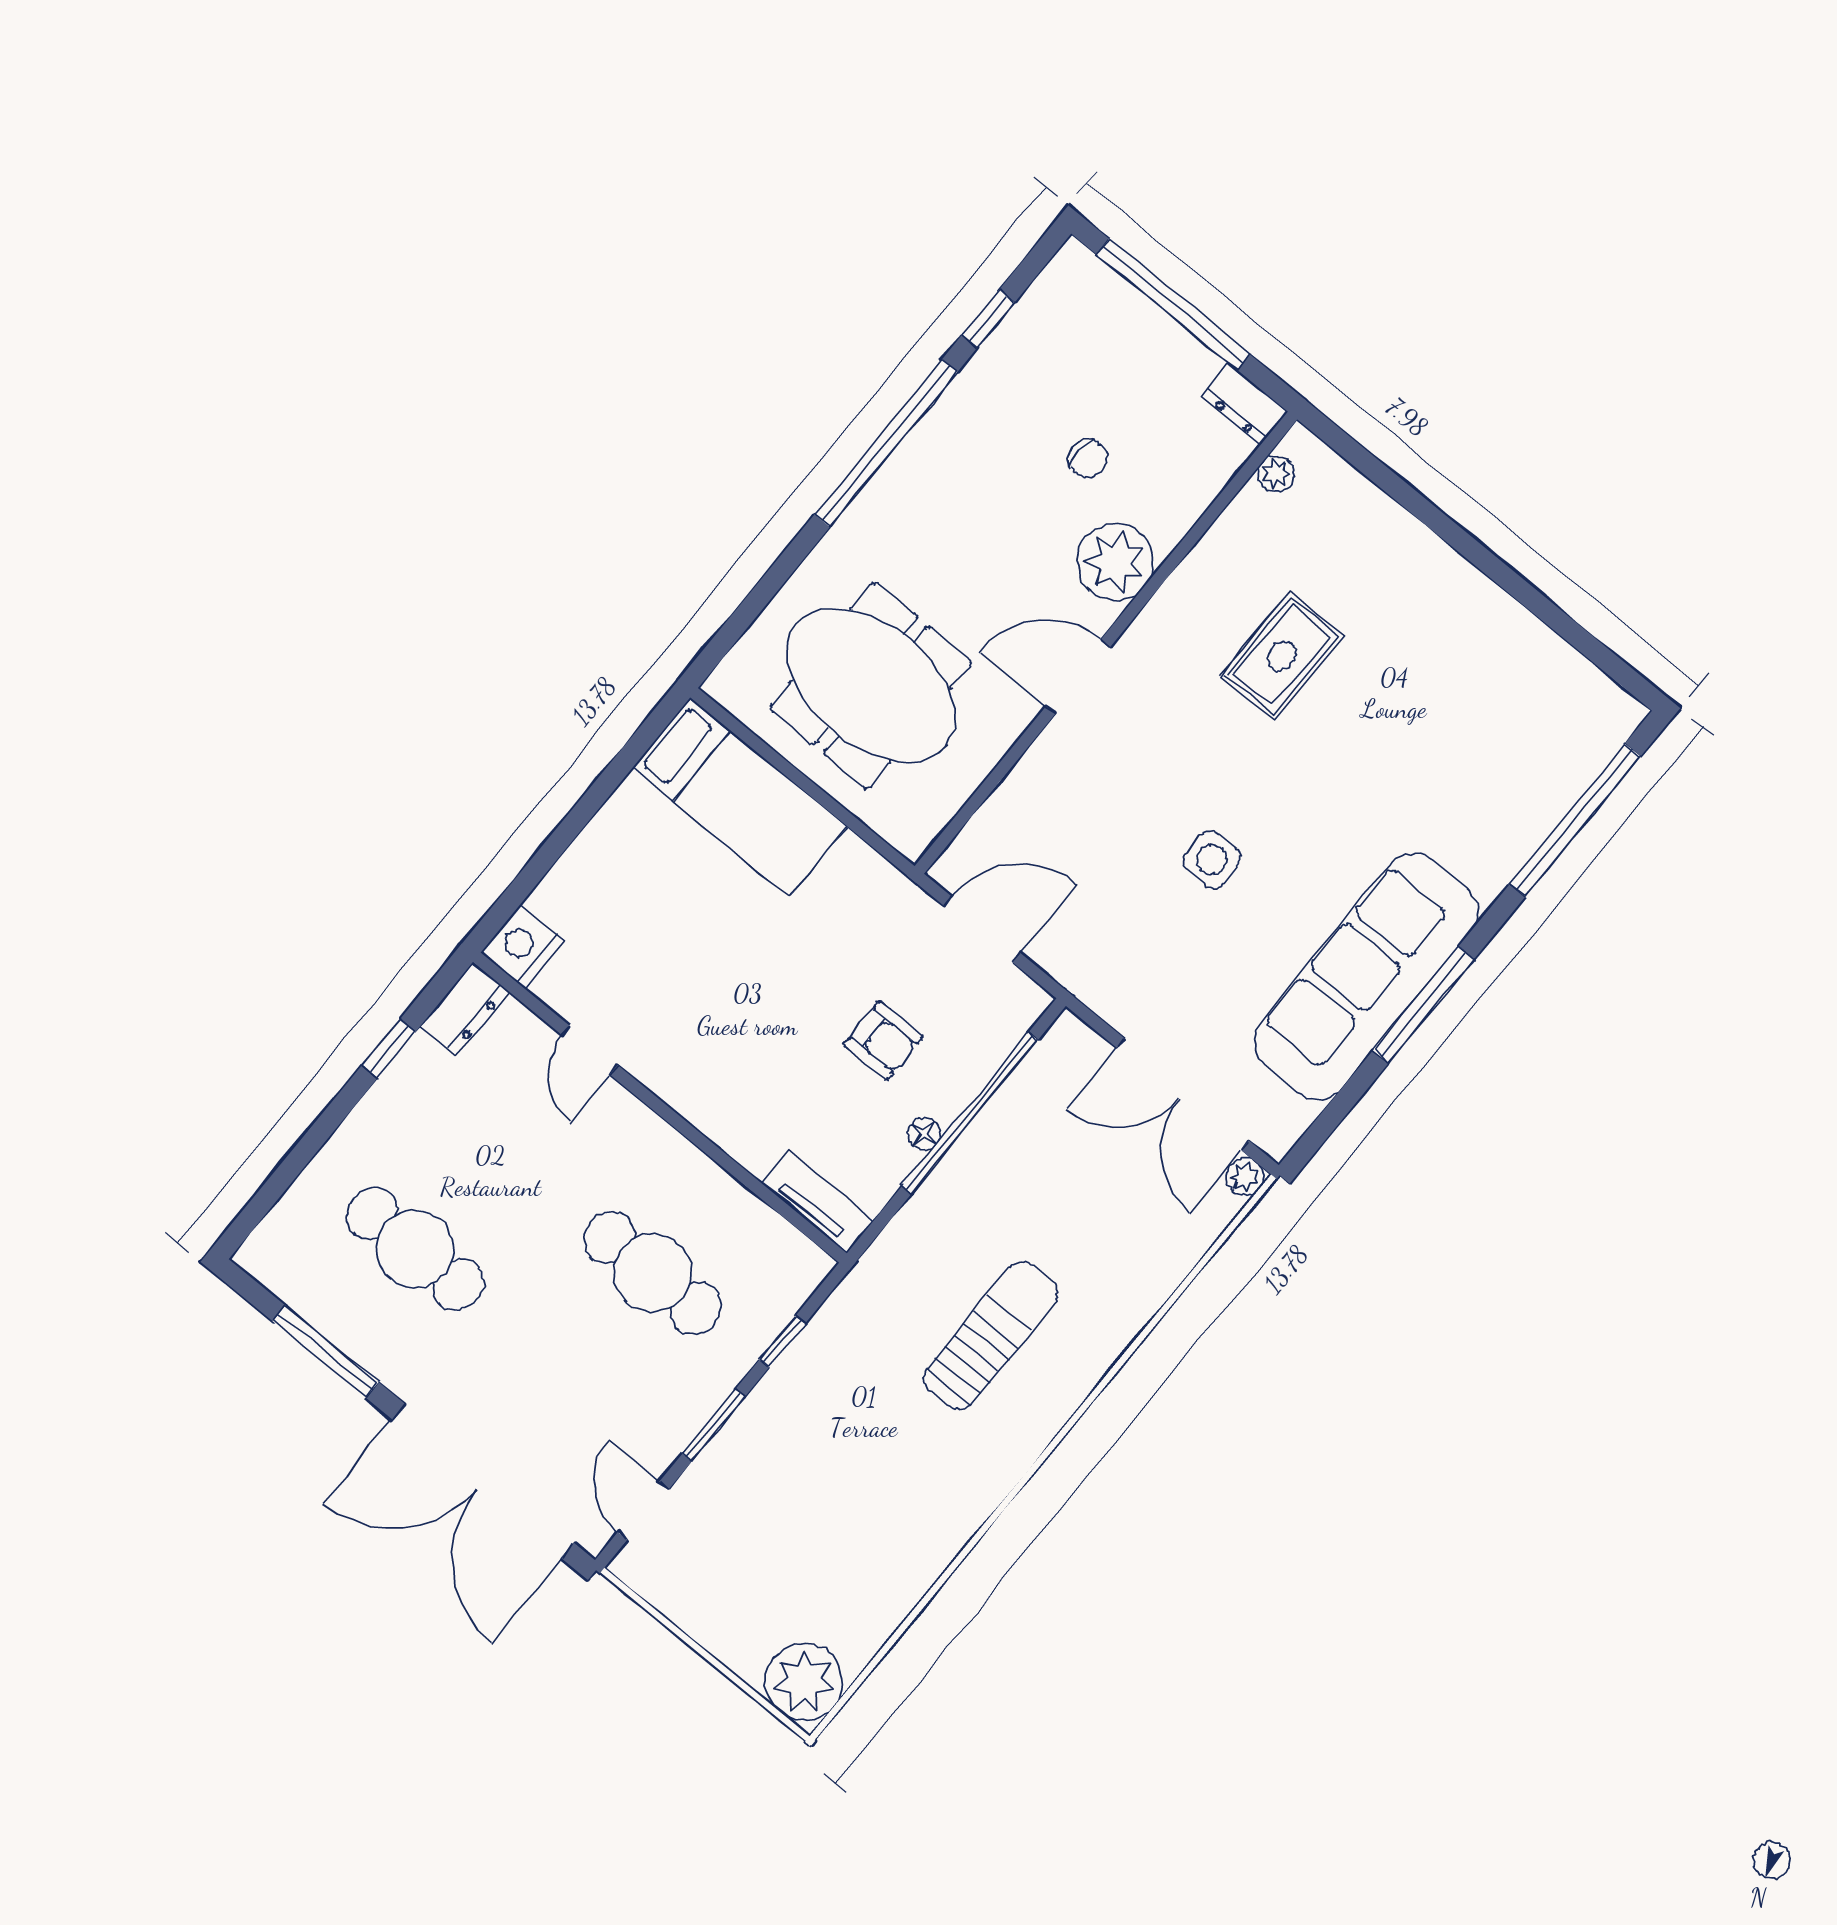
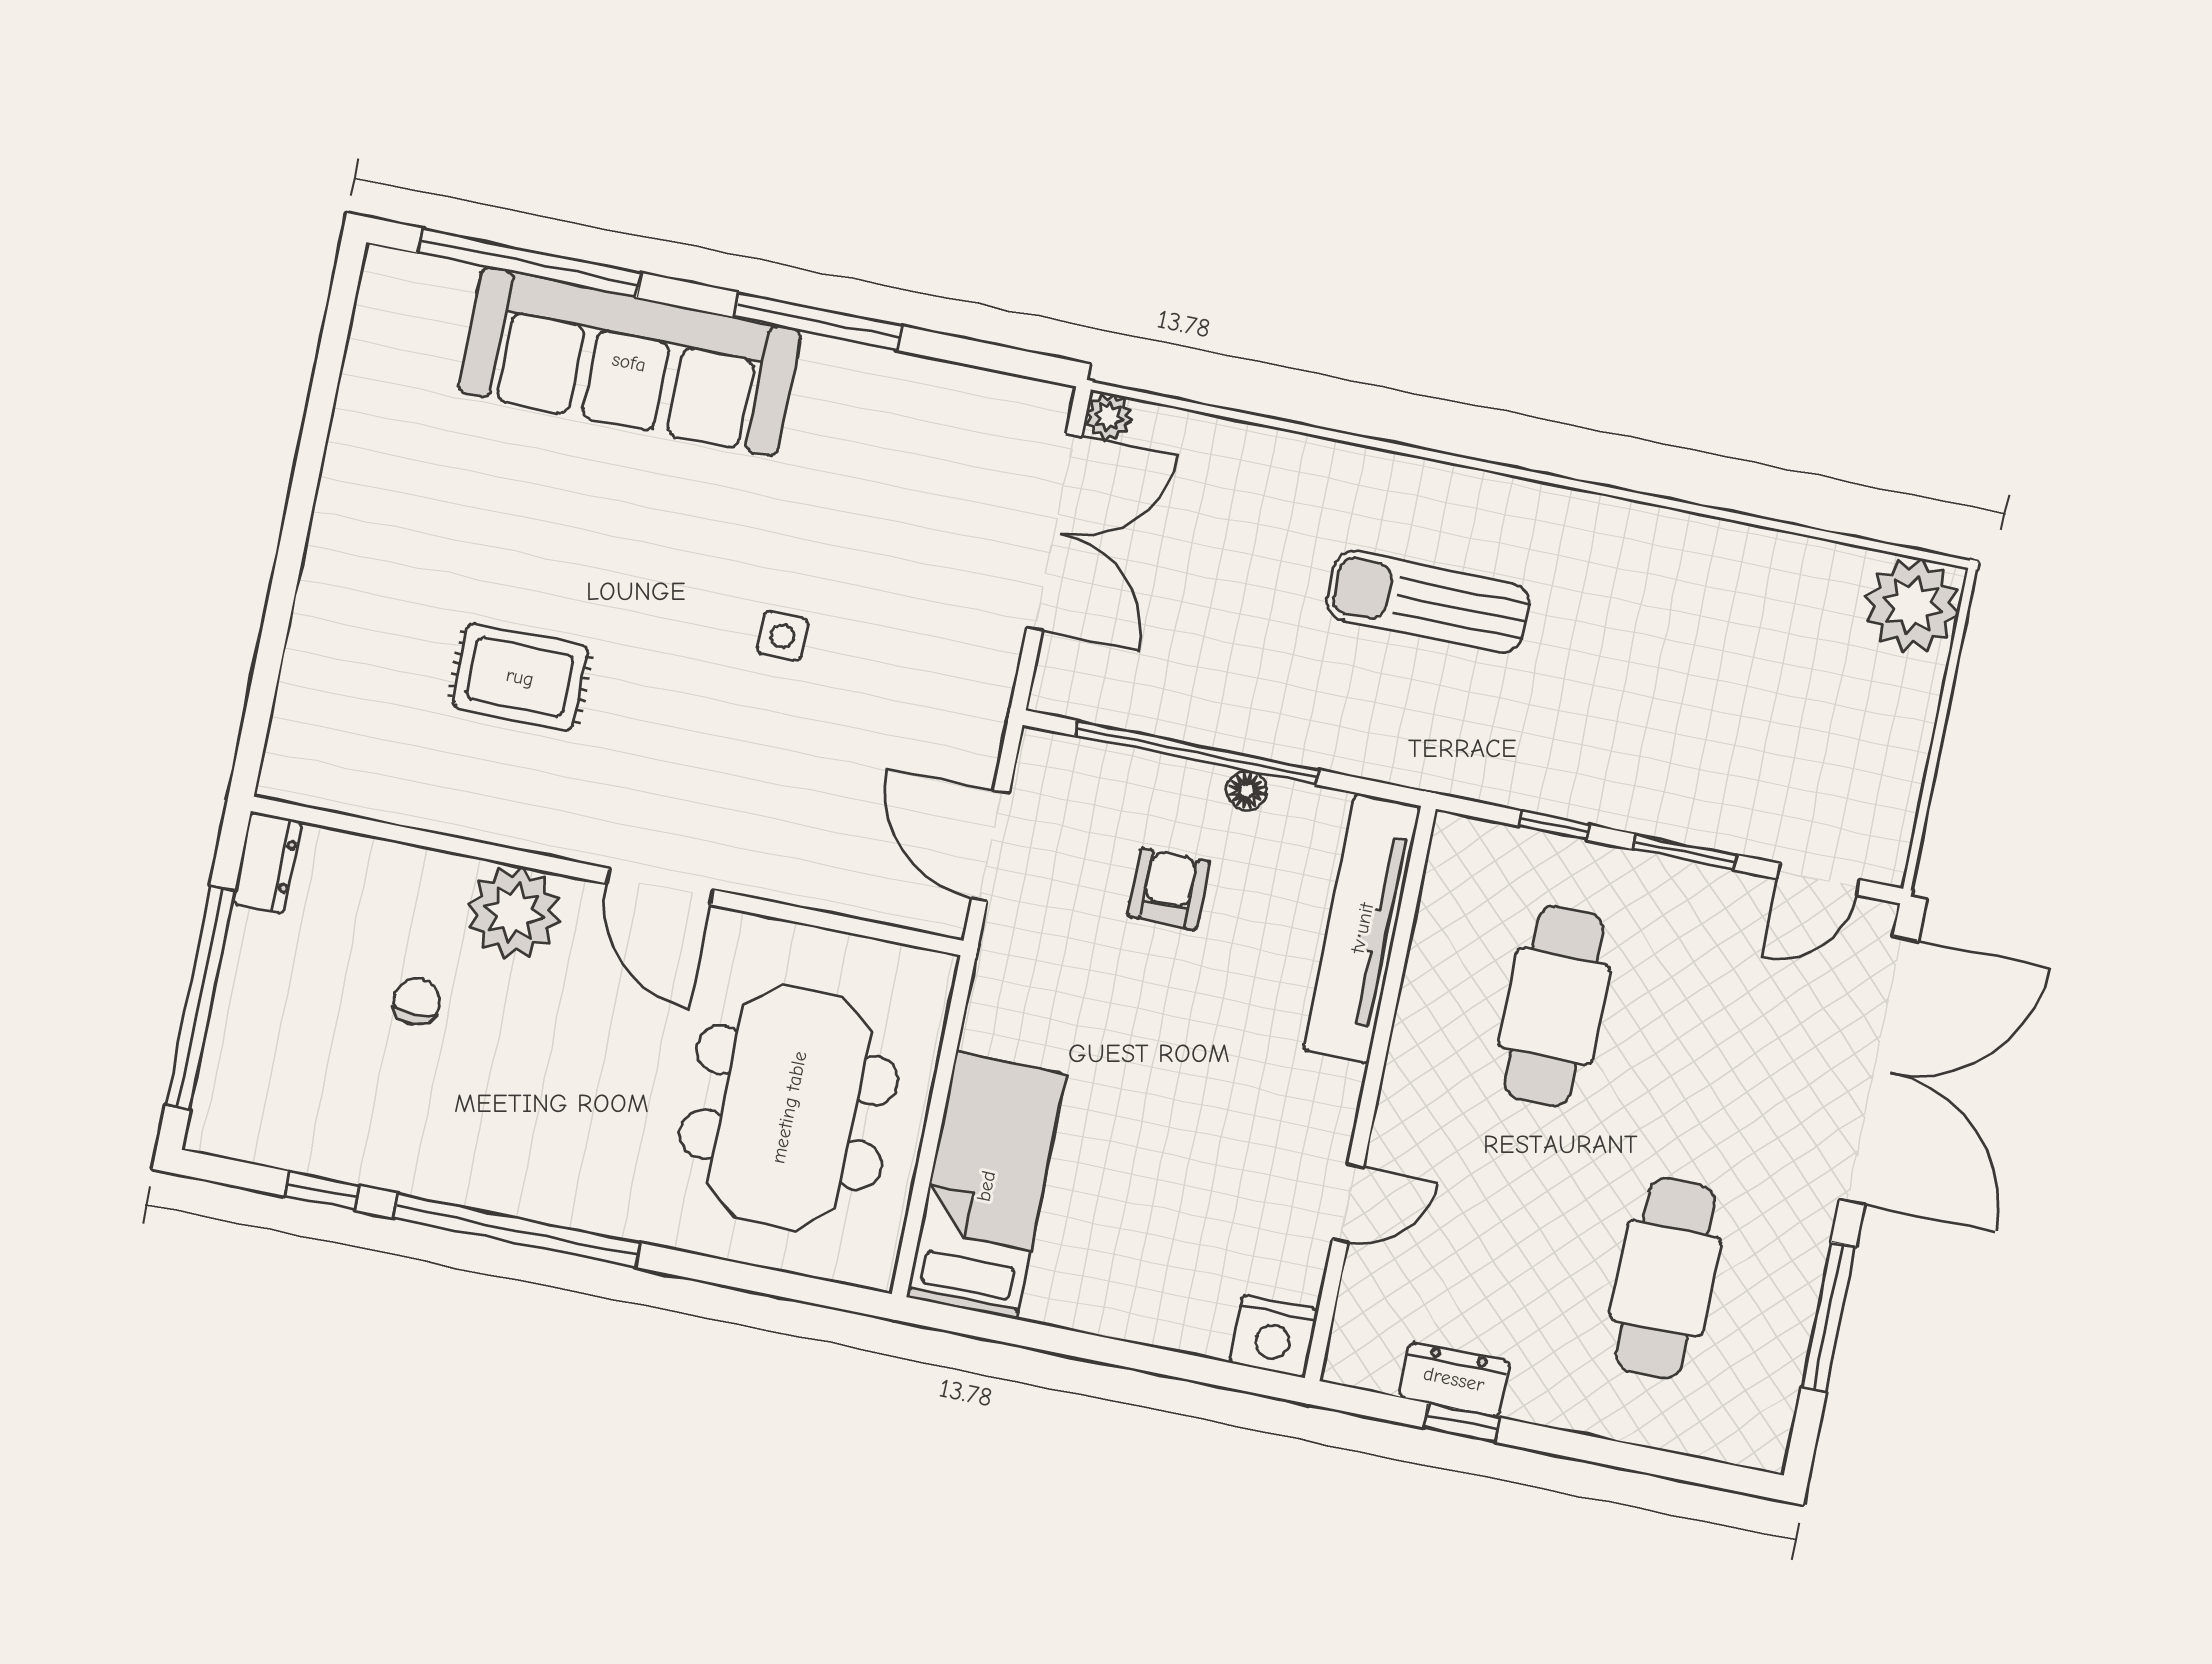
plant: (1276, 474) -> (326, 788), removed
side table: (1211, 860) -> (782, 636), width x0.73, depth x0.73
sofa: (1366, 976) -> (629, 362), moved
dresser: (465, 1009) -> (1454, 1379), moved
tv unit: (817, 1202) -> (1362, 928), width x1.92, depth x1.29

